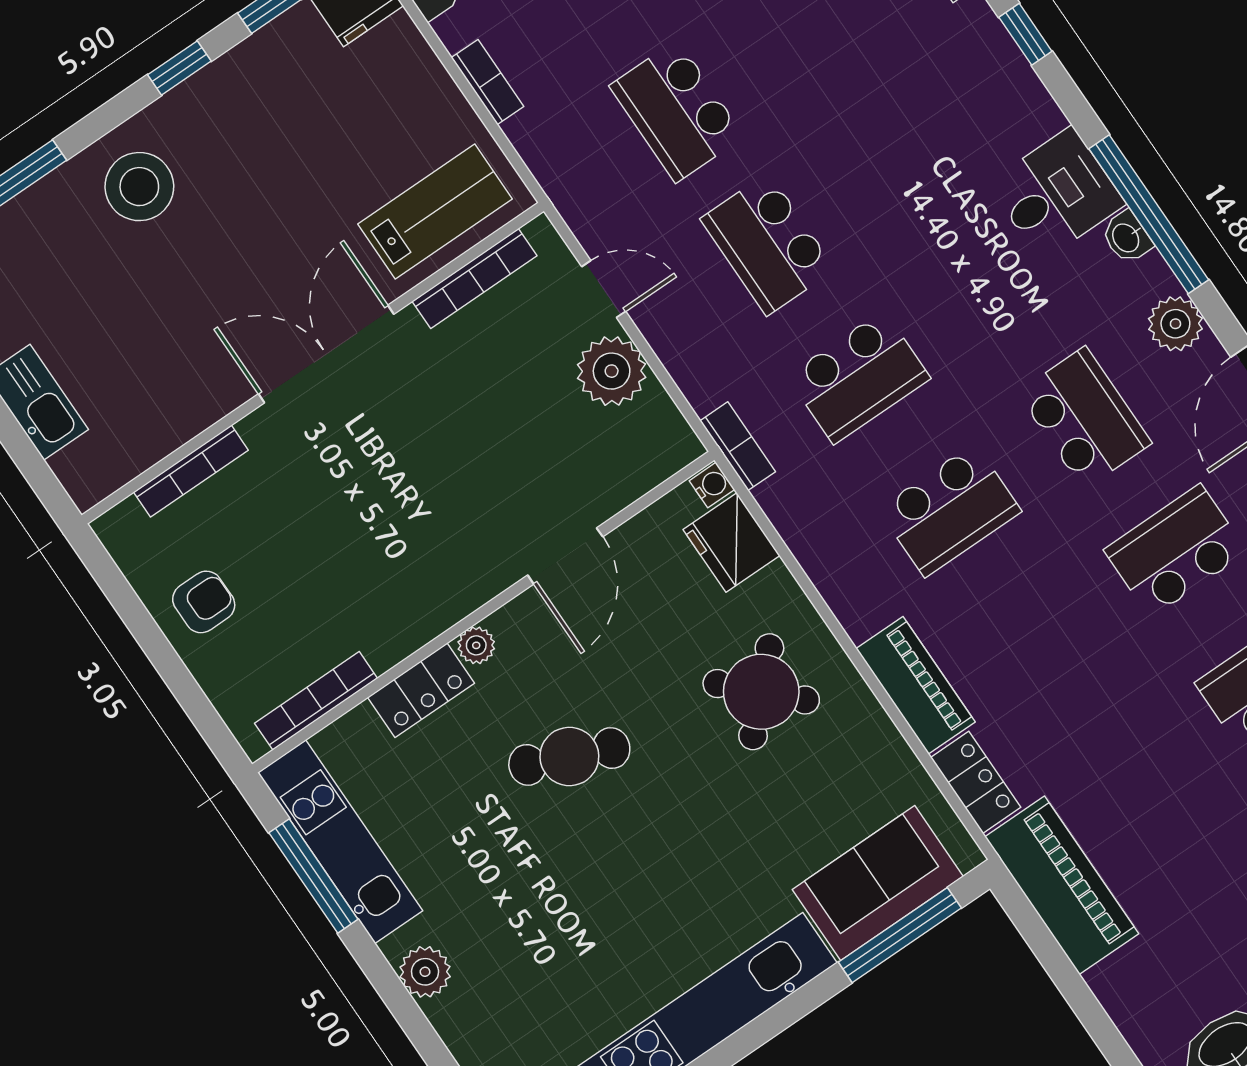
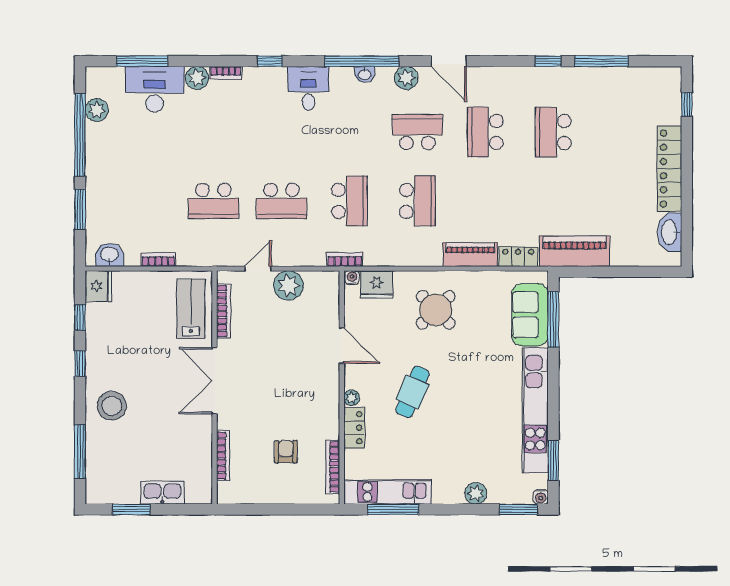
desk: (1057, 194) -> (308, 88), moved
armchair: (204, 602) -> (286, 452), moved
plant: (425, 972) -> (476, 493), moved

